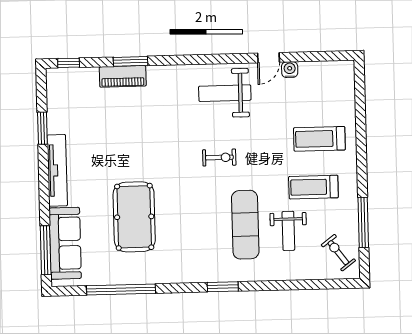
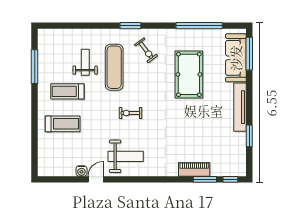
window: (130, 61) -> (205, 179), moved
treadmill: (313, 187) -> (67, 91), turned 180
exercise bike: (338, 253) -> (146, 50), moved

